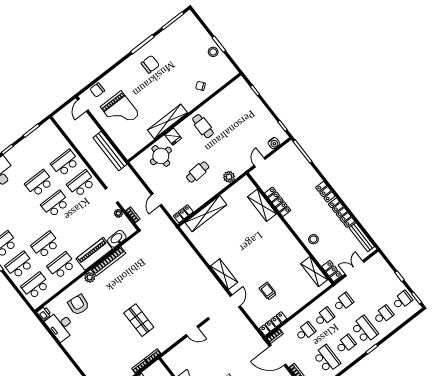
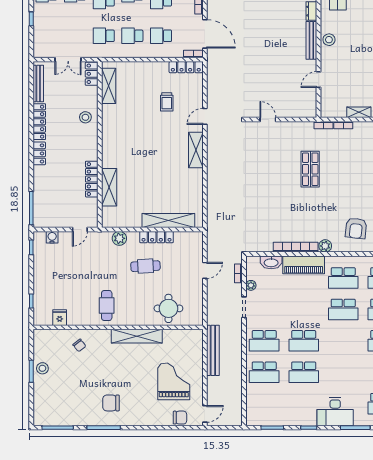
fridge: (173, 137) -> (60, 318), moved
locker: (183, 214) -> (156, 237), moved, width x1.53

